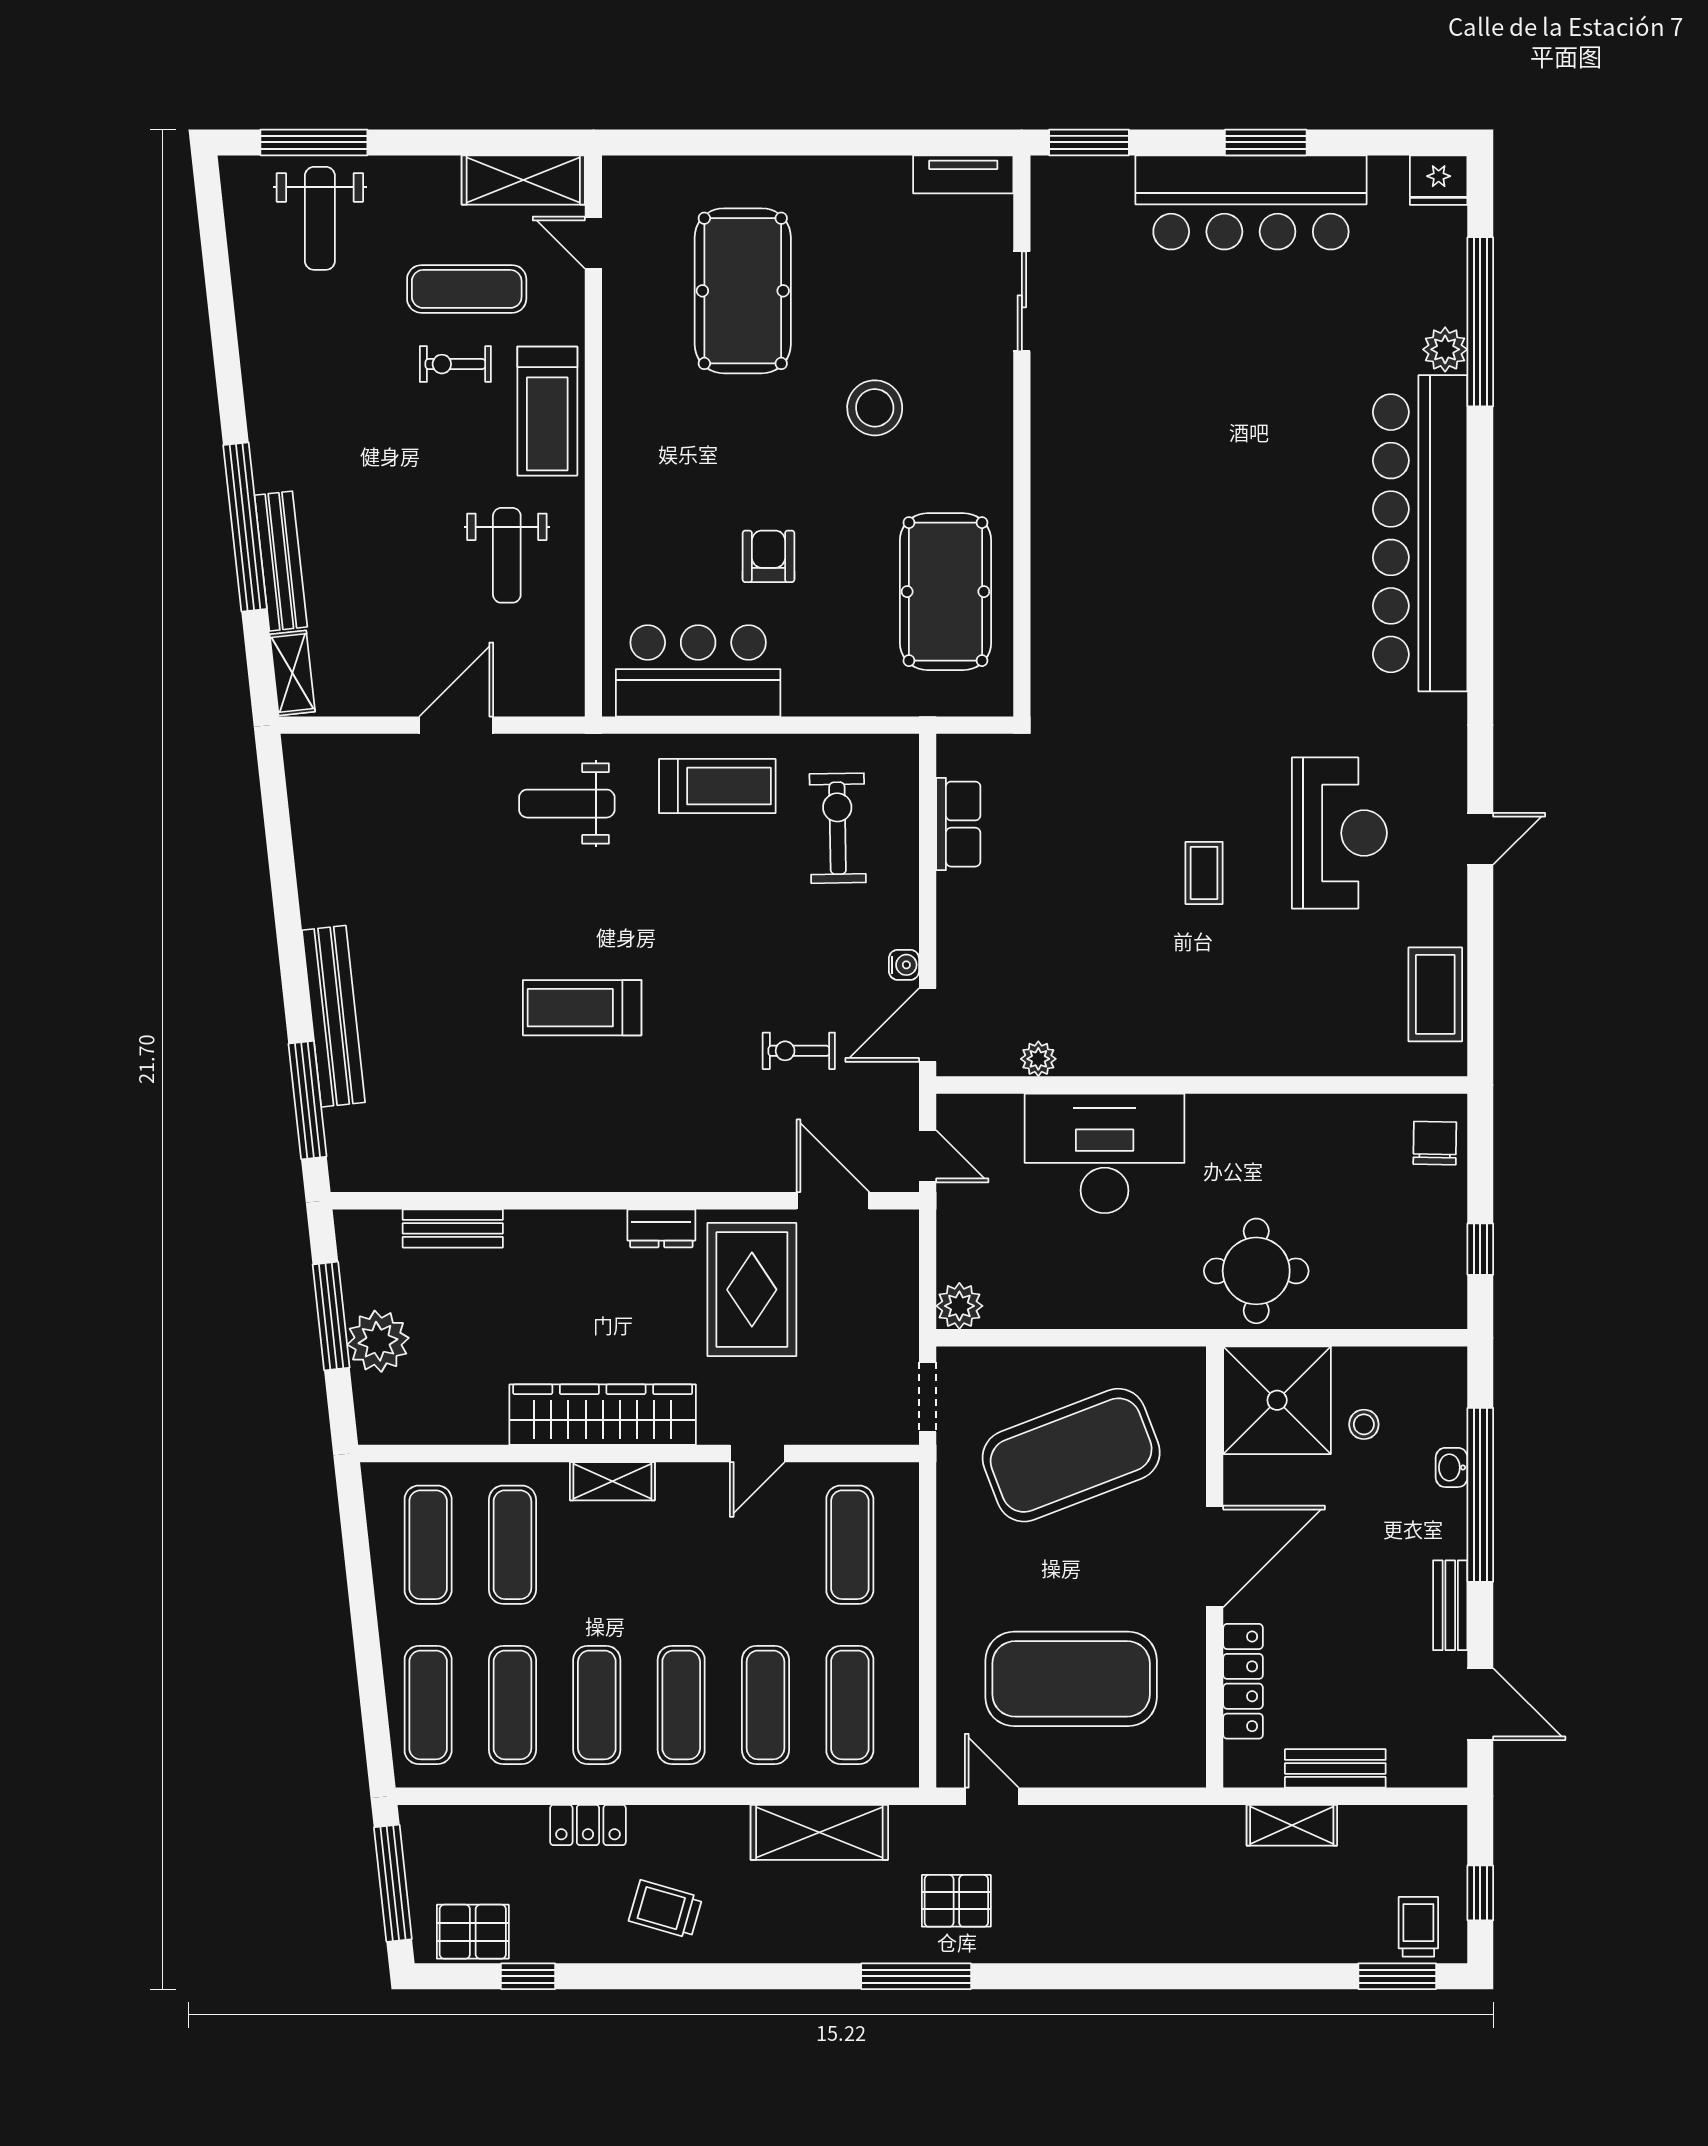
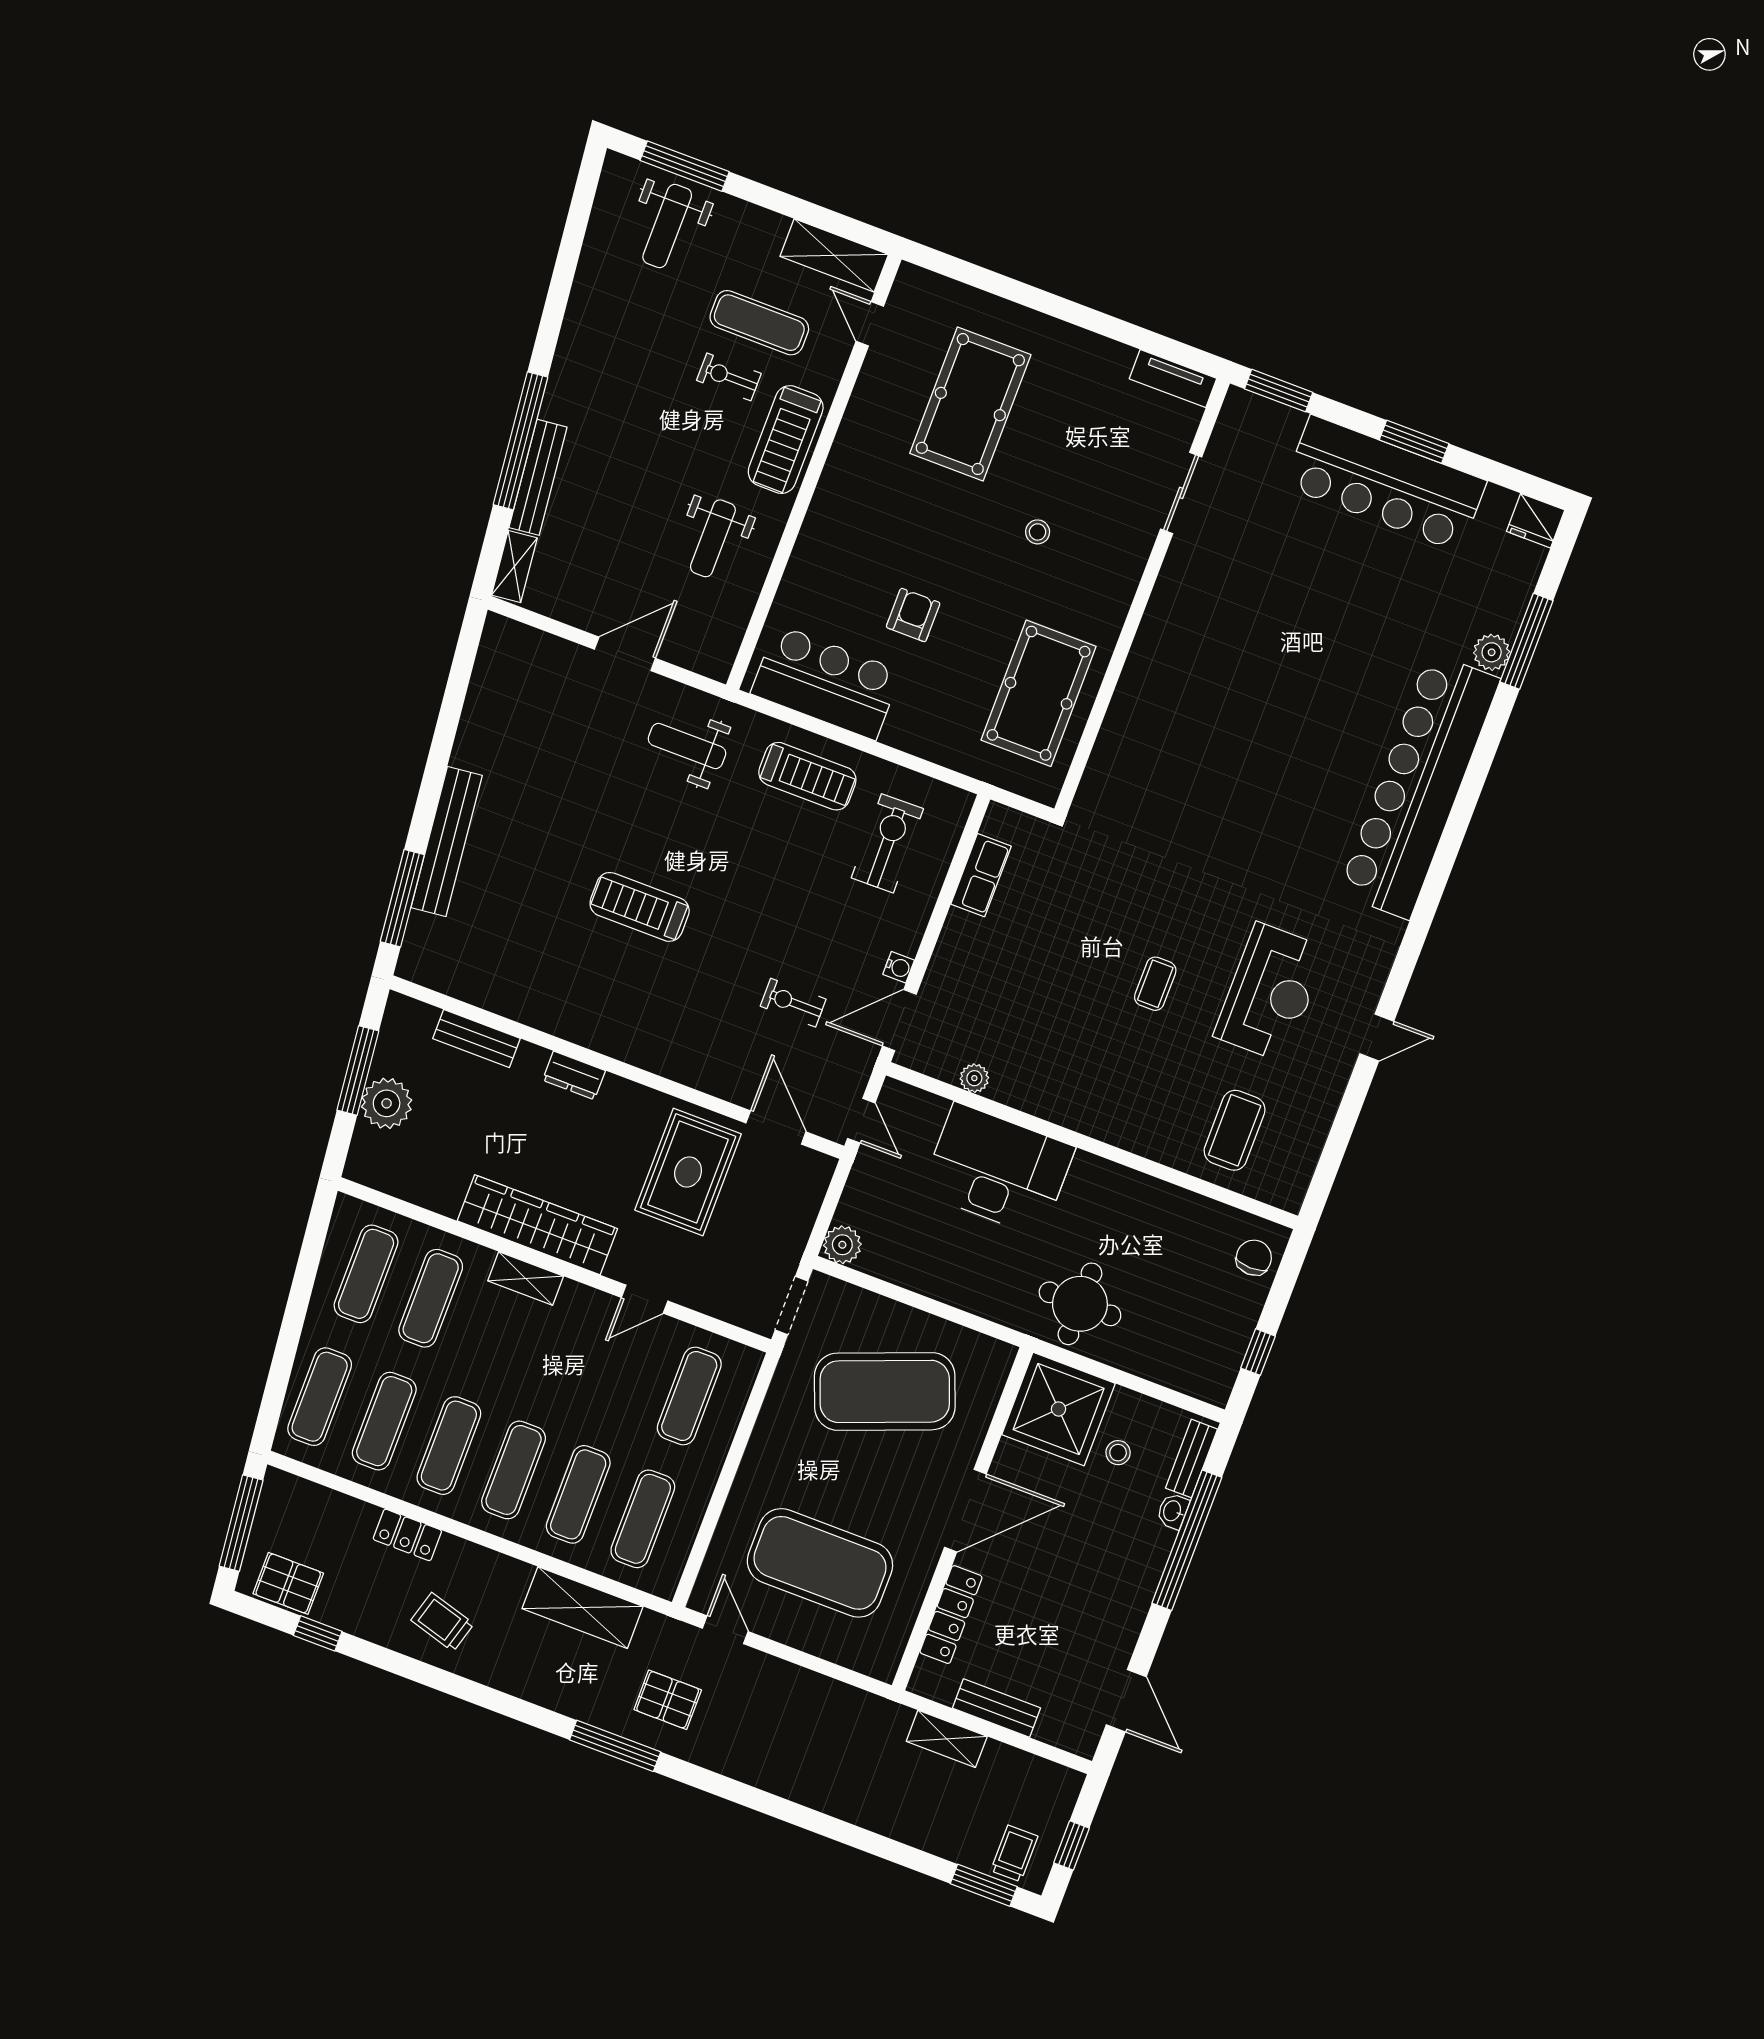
window: (1480, 322) -> (1527, 641), width x0.68
stool: (875, 408) -> (1038, 532), width x0.53, depth x0.53
coffee table: (1435, 994) -> (1235, 1130), moved
dresser: (661, 1228) -> (574, 1075), moved
bench: (1450, 1605) -> (1191, 1459), moved

